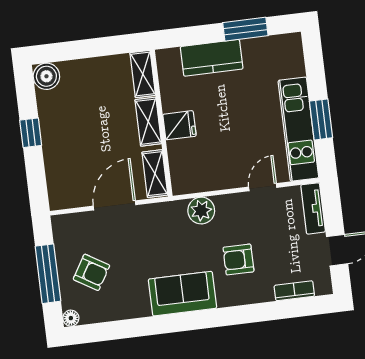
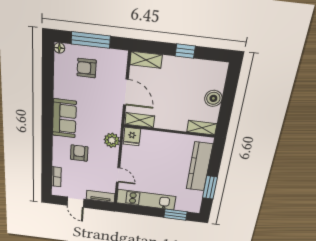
kitchen counter: (212, 58) -> (199, 167), width x1.50
boiler: (46, 76) -> (213, 98), moved
window: (321, 119) -> (175, 215), moved
shelving: (148, 122) -> (146, 60), moved
fridge: (179, 125) -> (132, 137), moved
armchair: (91, 272) -> (87, 68), turned 59

